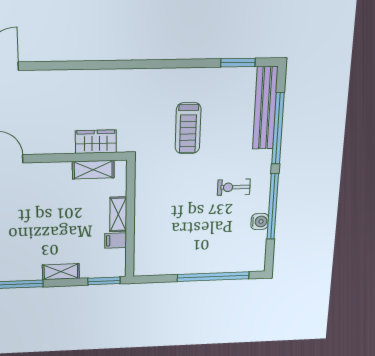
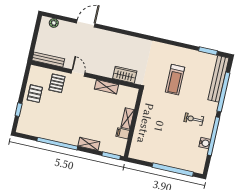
shelving: (93, 170) -> (106, 87), moved

